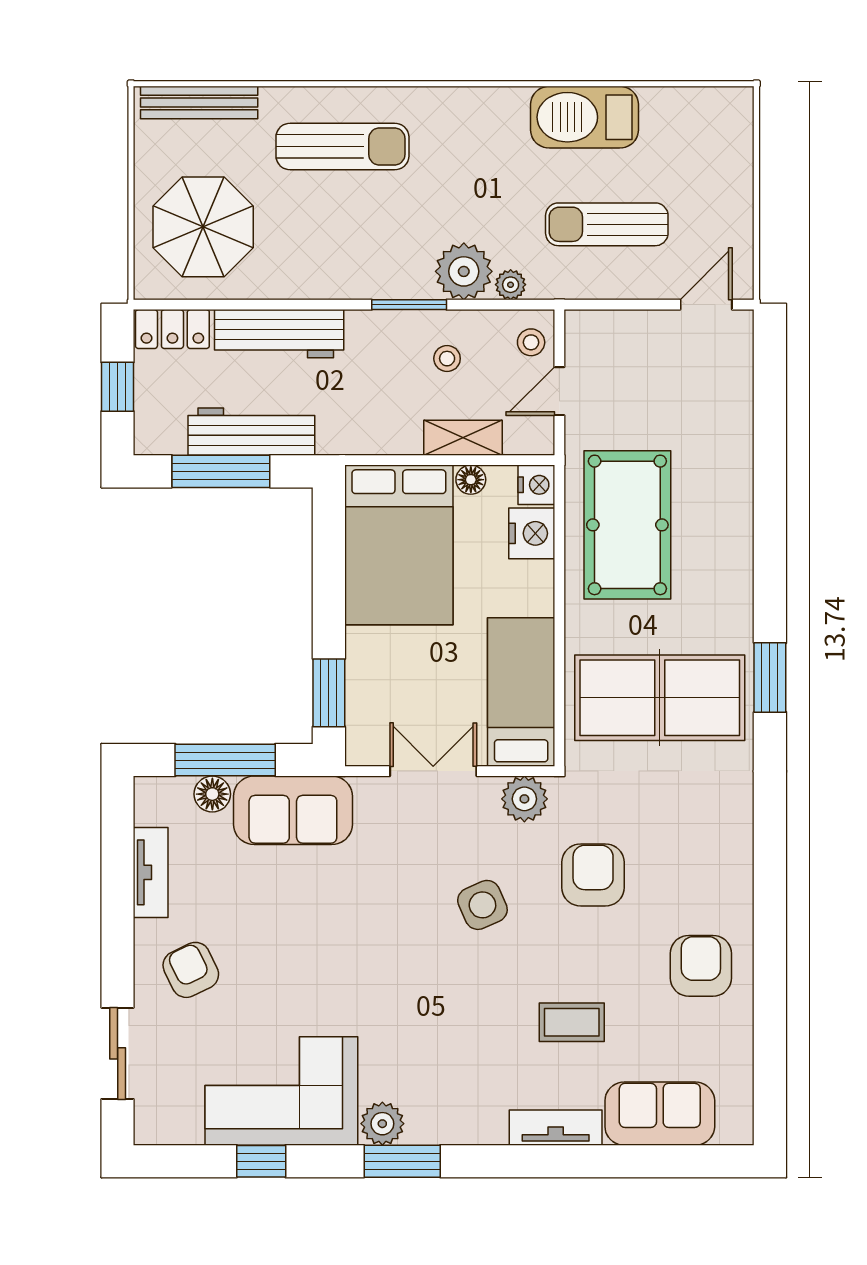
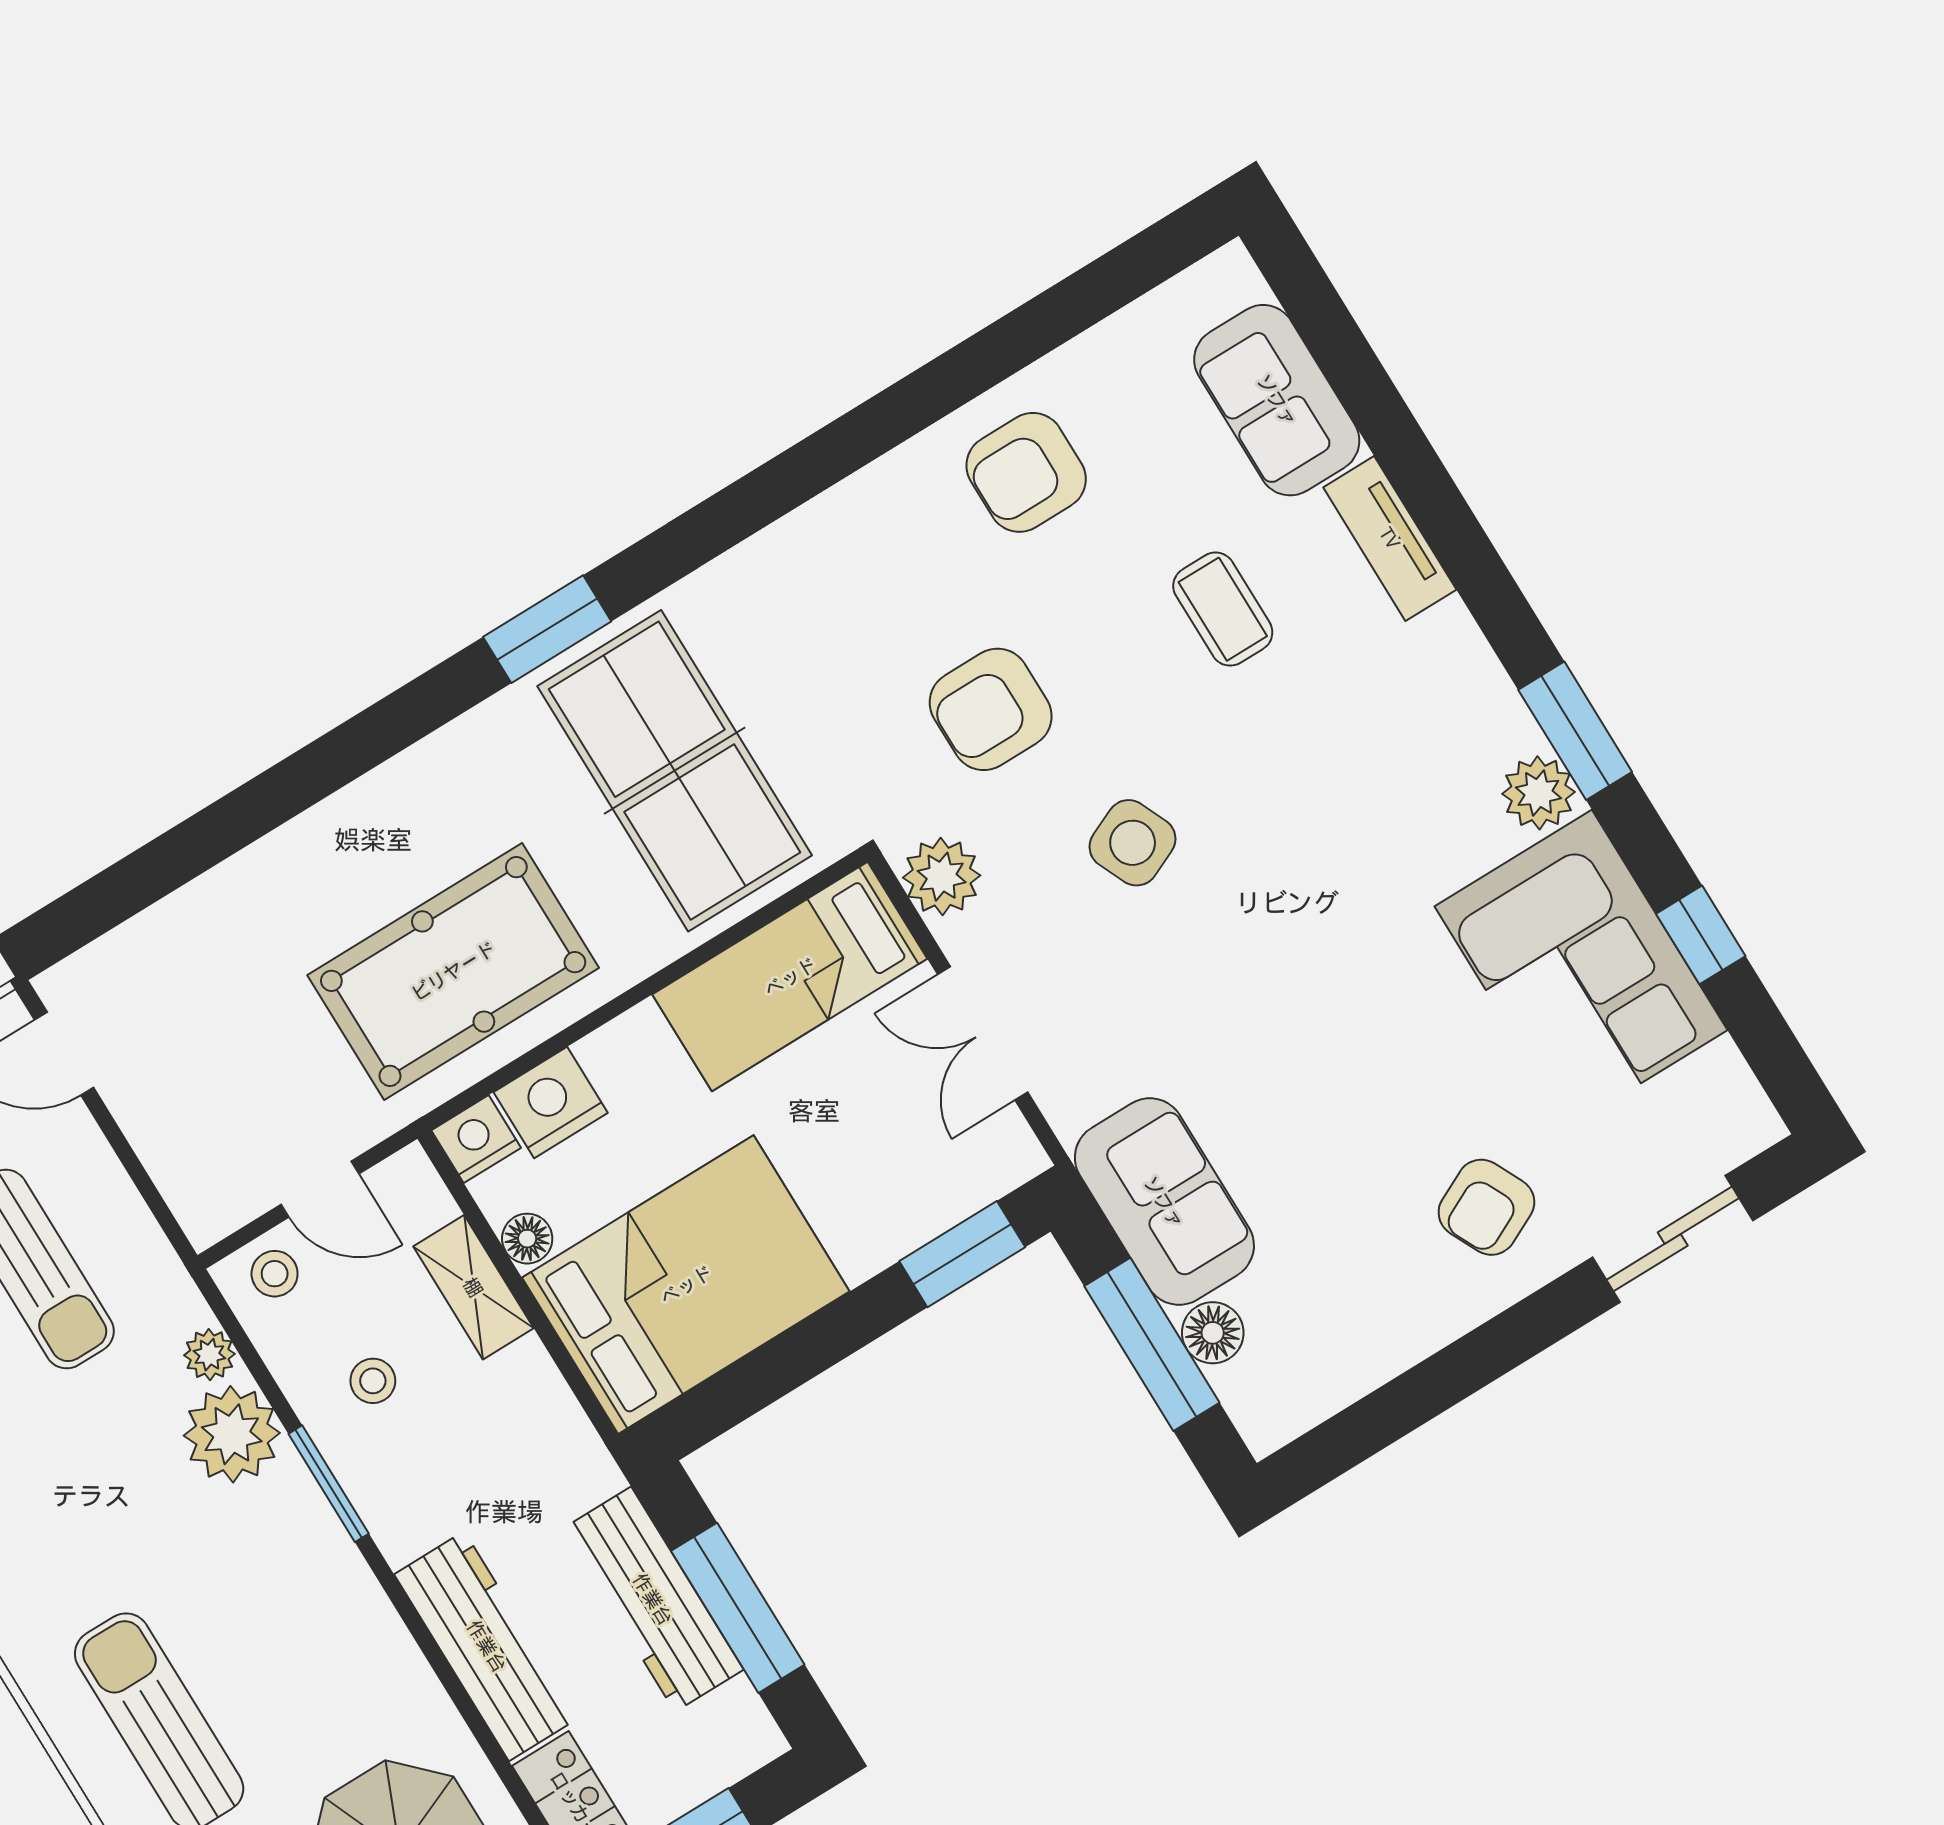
tv unit: (151, 872) -> (1381, 1352), removed

